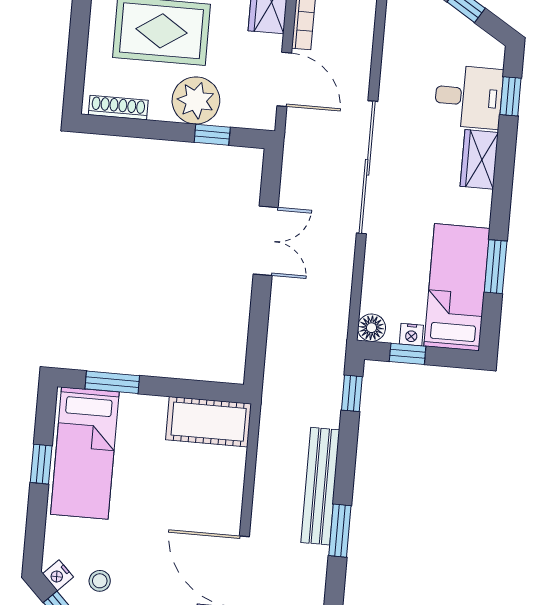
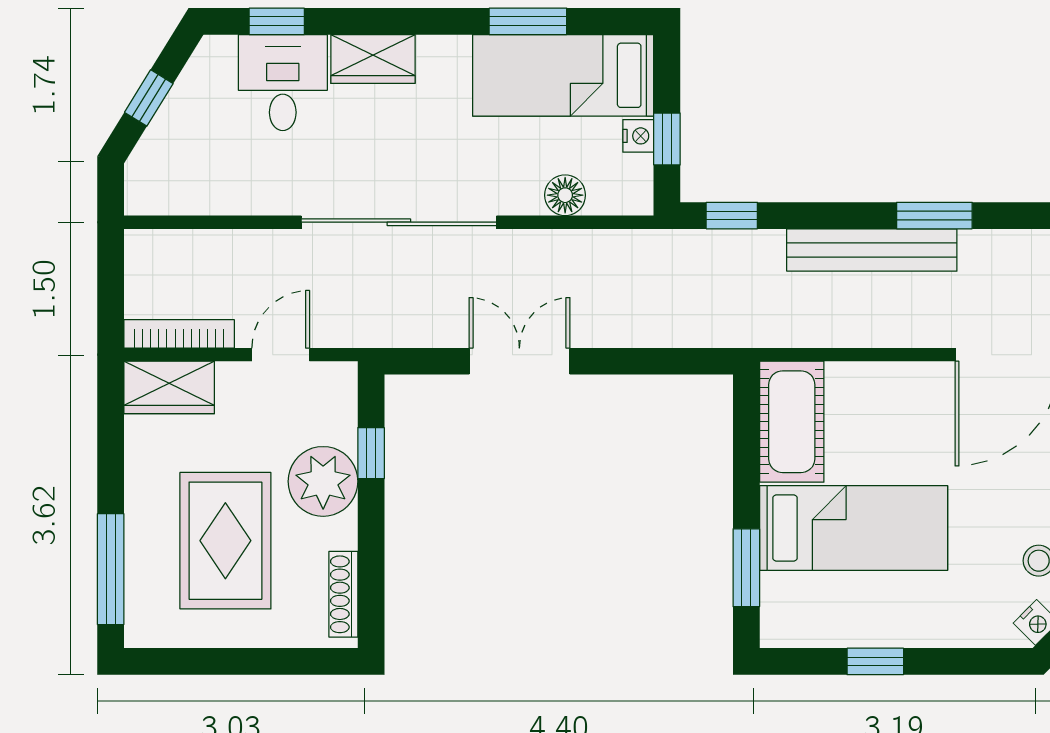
door: (284, 79) -> (281, 355), width x0.73
floor lamp: (371, 328) -> (565, 195), moved
bed: (85, 453) -> (854, 528), moved

